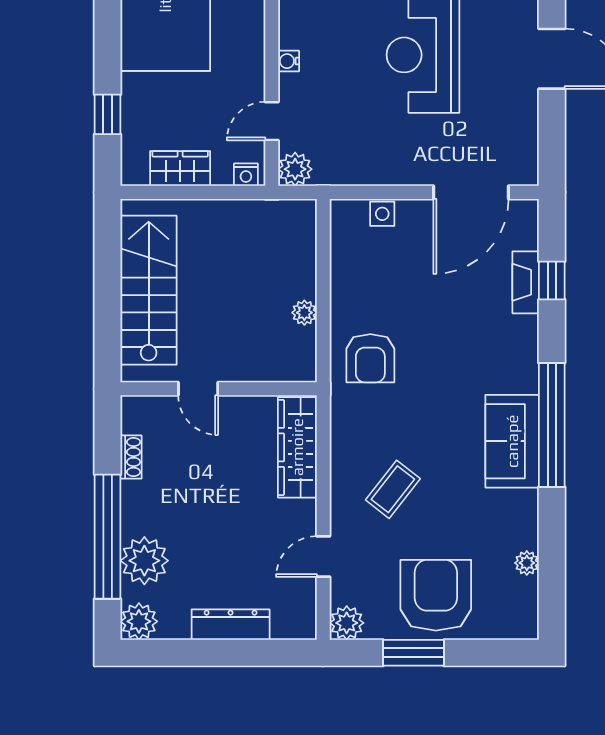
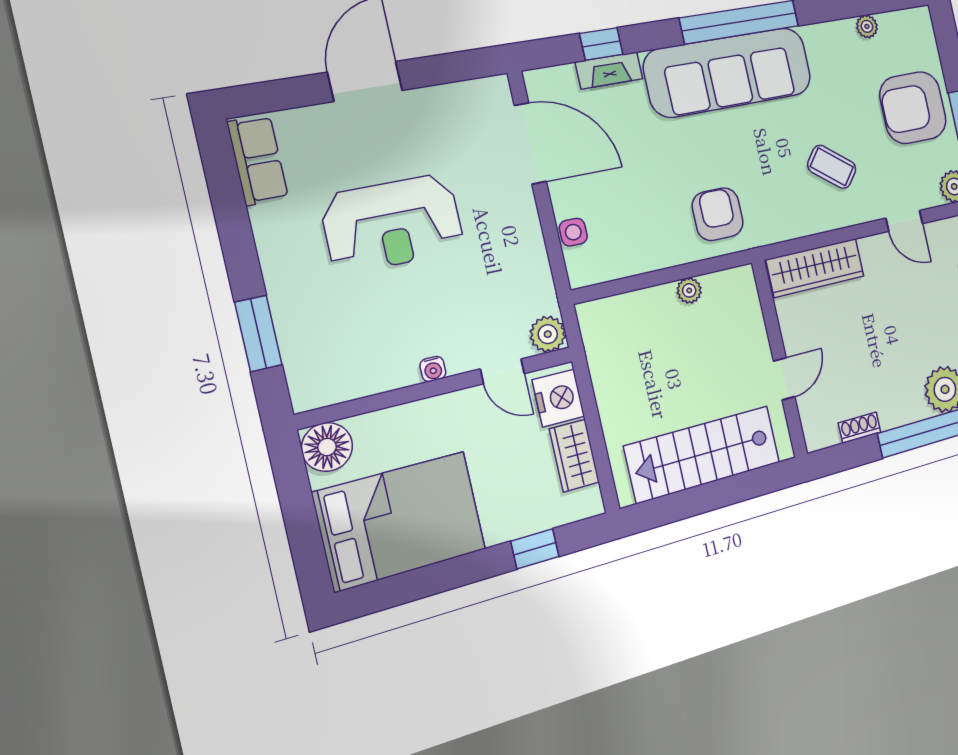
nightstand: (246, 175) -> (558, 398), width x1.89, depth x1.79
armchair: (370, 358) -> (718, 214), turned -90
sofa: (512, 441) -> (728, 72), width x1.85, depth x1.27

